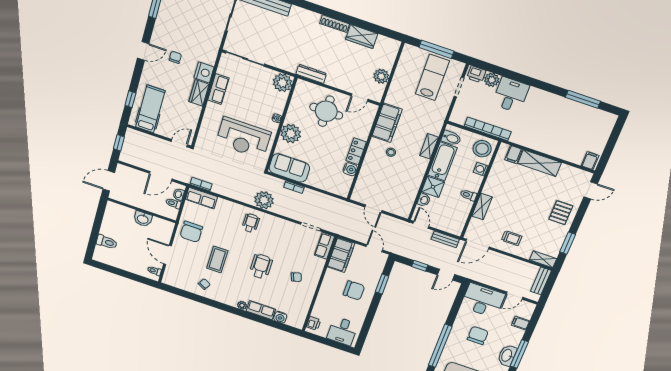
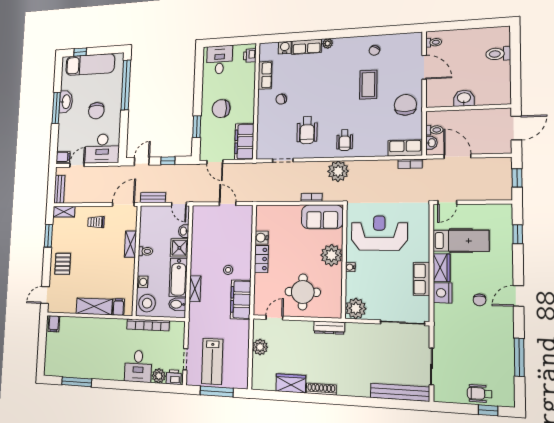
hospital bed: (150, 109) -> (461, 241), moved, turned -90
door: (161, 176) -> (457, 156), hinge flipped
row of seats: (324, 246) -> (265, 75), moved
wheelchair: (261, 266) -> (307, 130), moved
filing cabinet: (521, 323) -> (63, 157), moved

